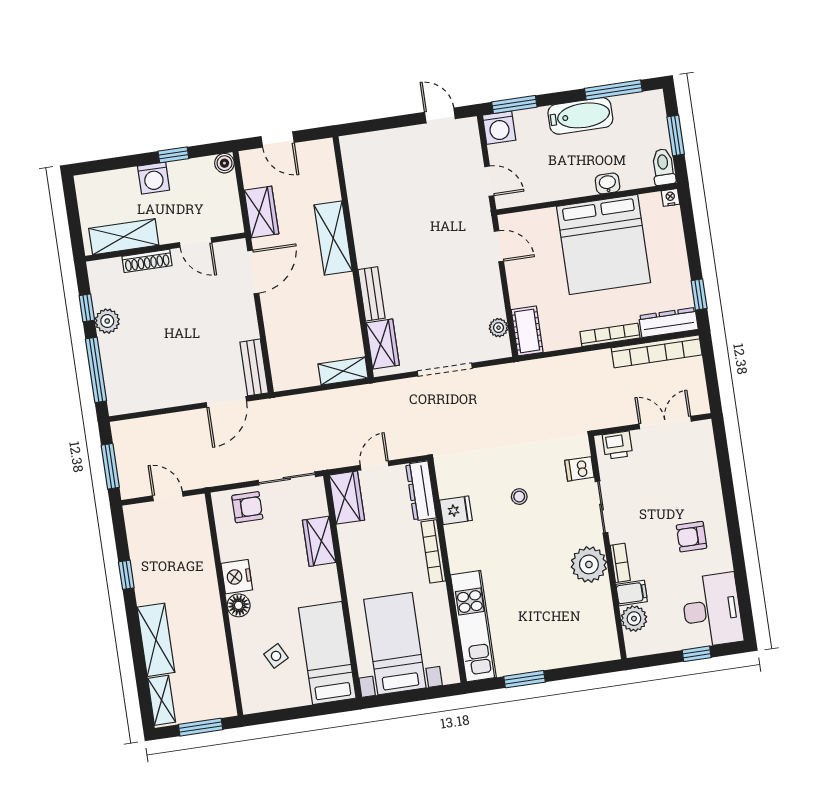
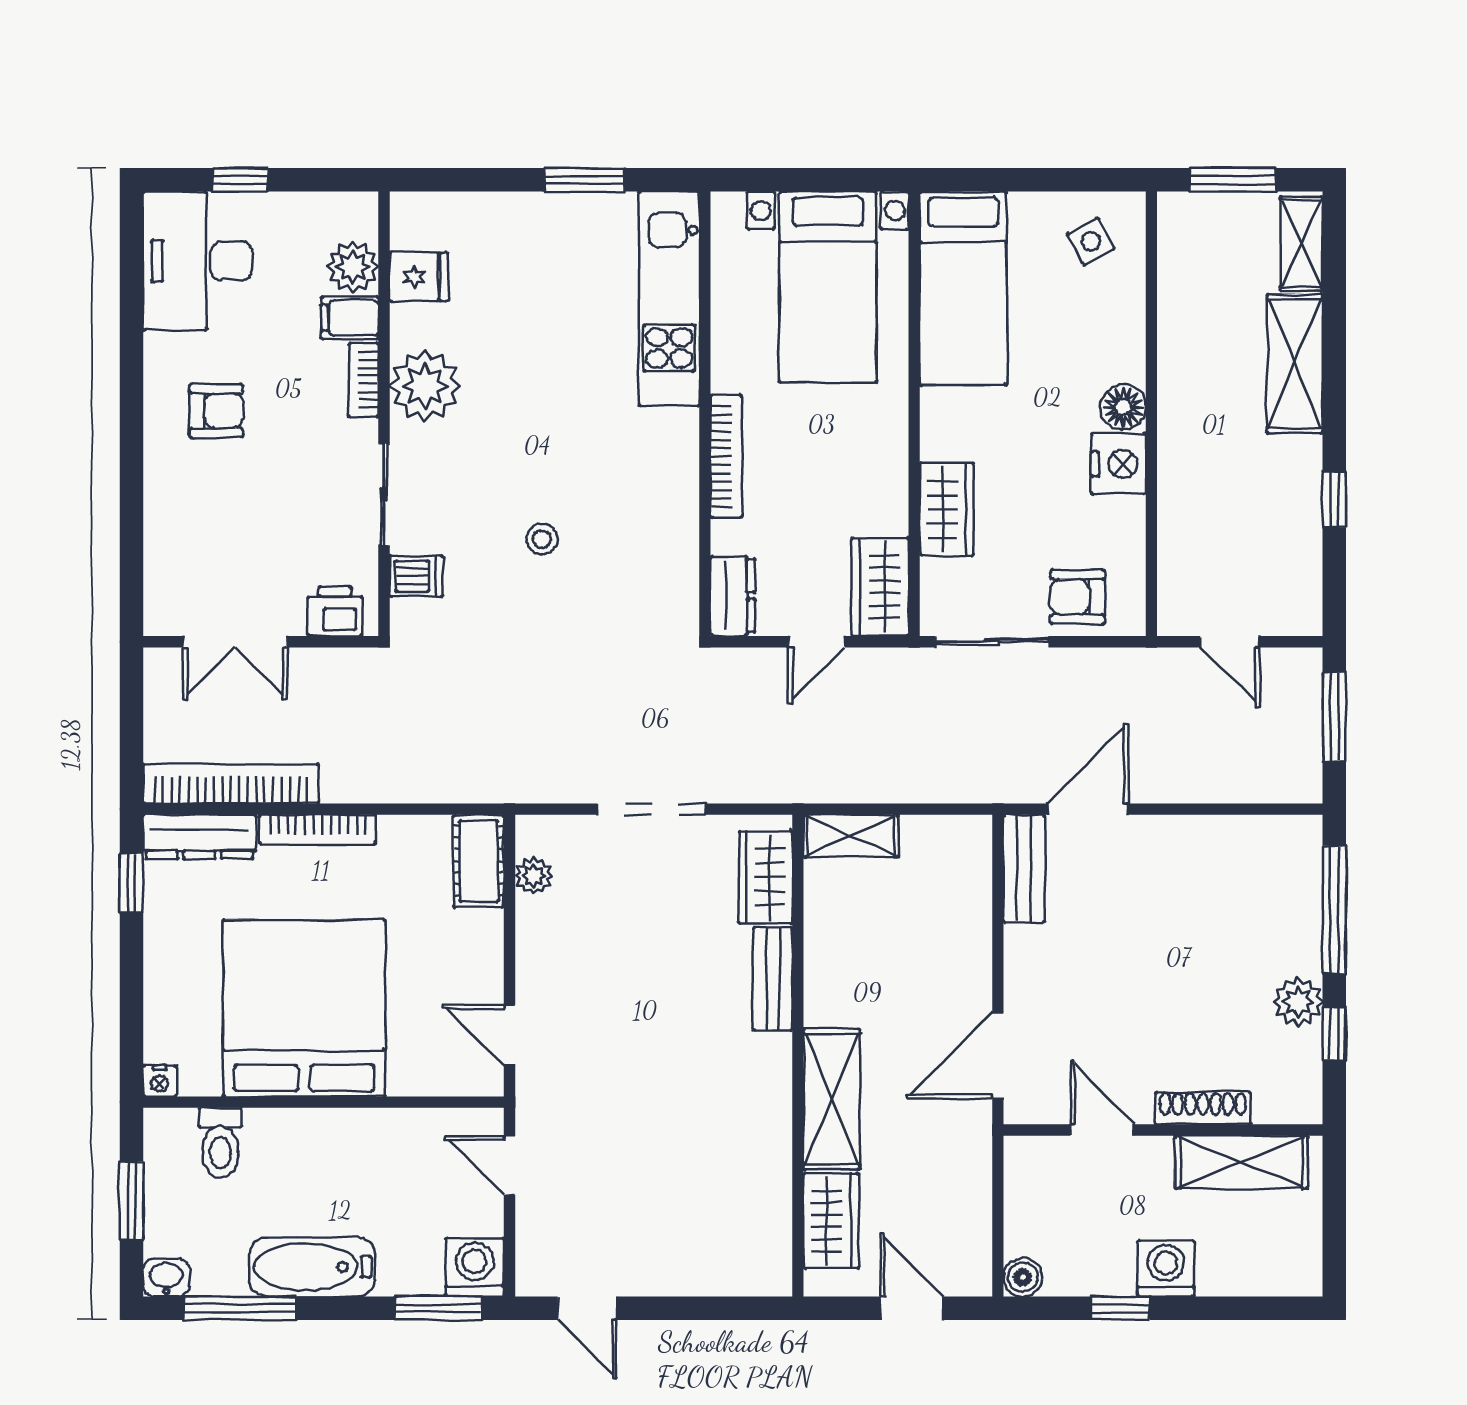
toilet: (663, 167) -> (220, 1143), moved
washbasin: (608, 184) -> (166, 1278), moved, turned 180
wardrobe: (261, 212) -> (831, 1221), moved, turned 180
dresser: (421, 491) -> (733, 596), width x0.70
fridge: (456, 510) -> (419, 277), moved, turned 180
side table: (276, 656) -> (1091, 241), moved

